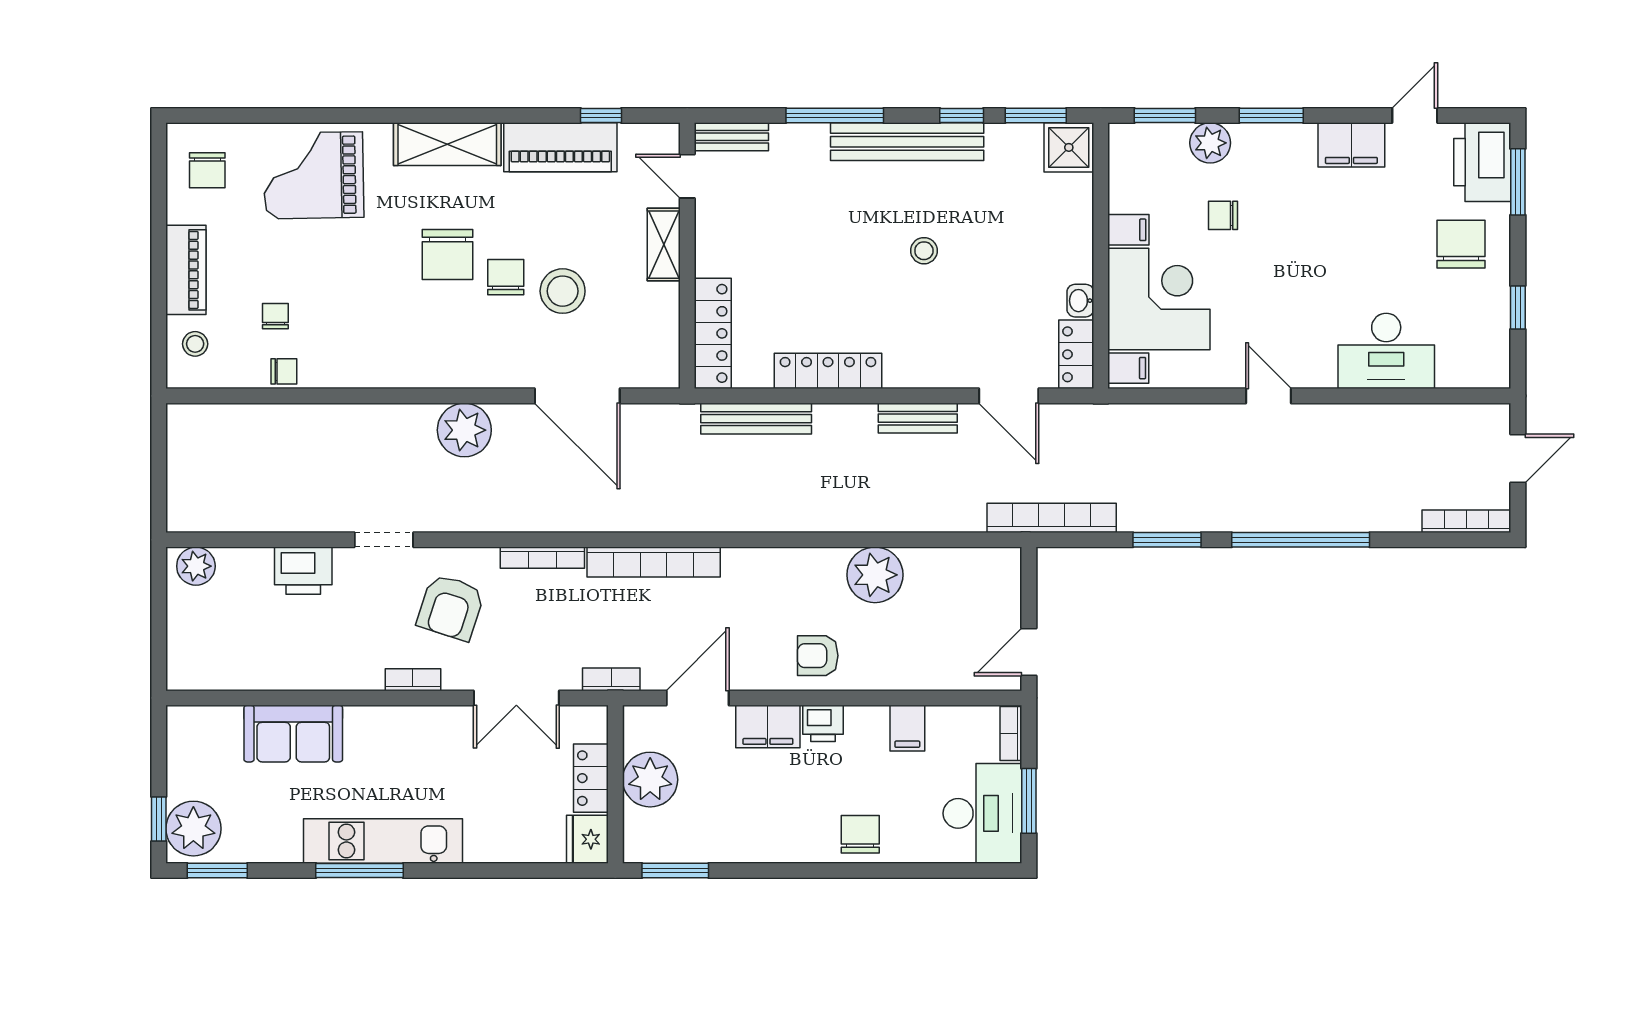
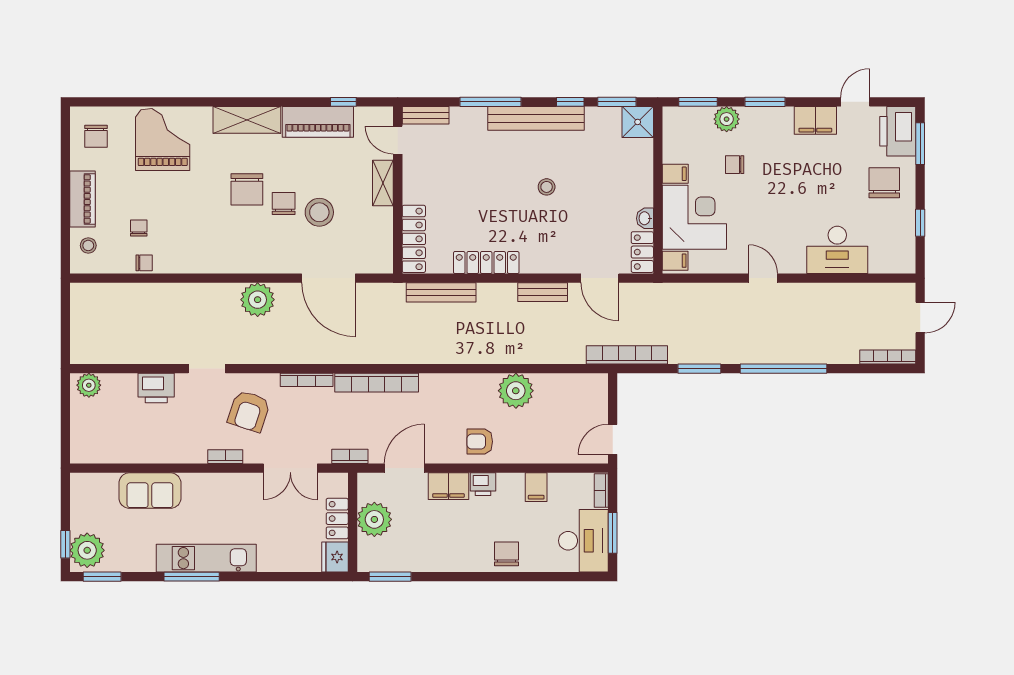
grand piano: (314, 175) -> (163, 139), turned 91

